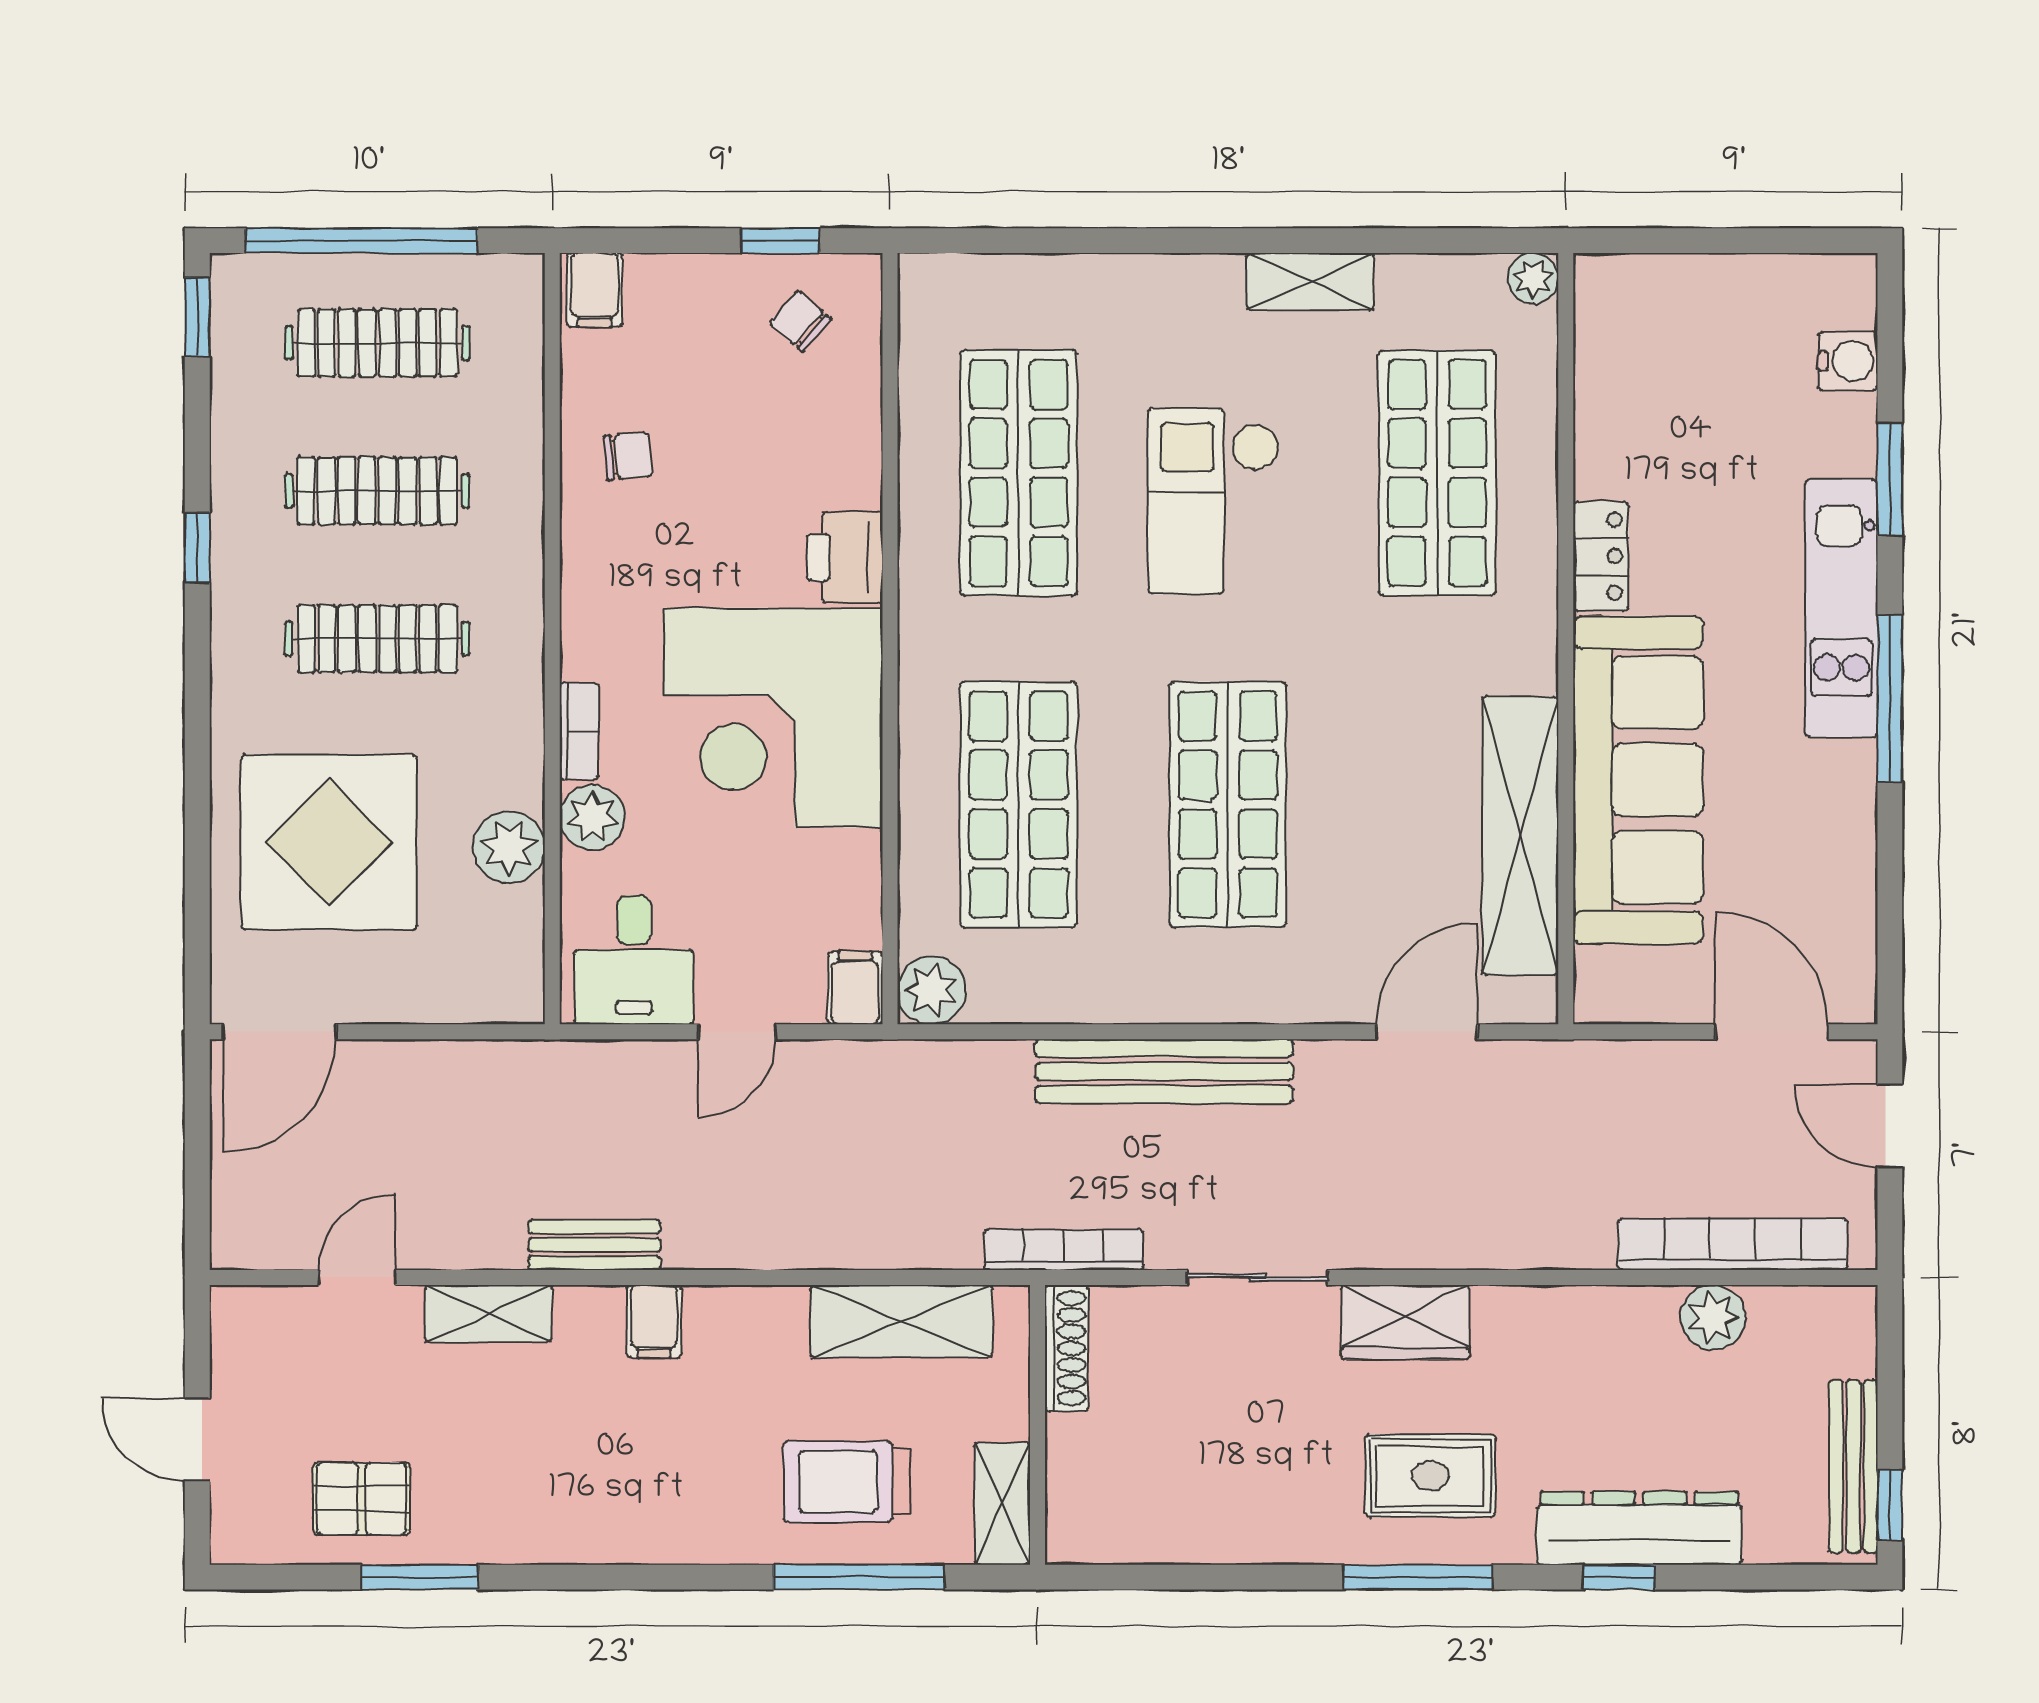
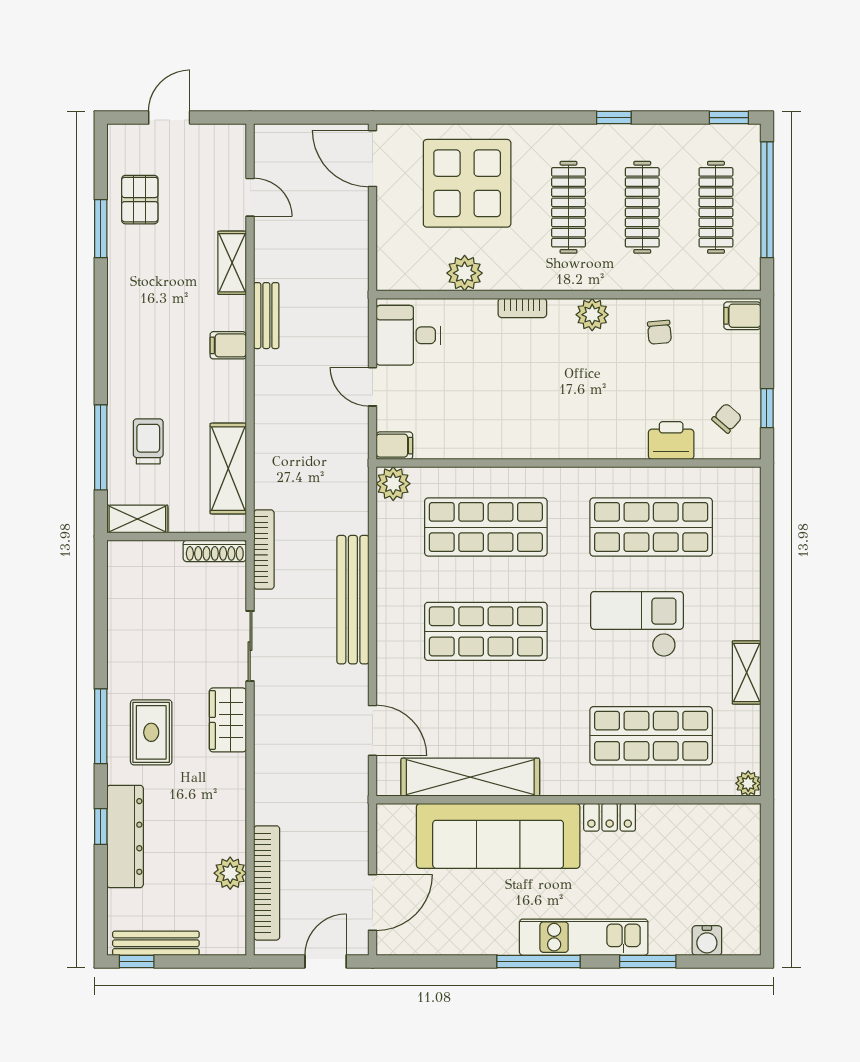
printer: (845, 557) -> (671, 440), moved
corner desk: (773, 718) -> (529, 405), removed
plant: (592, 817) -> (592, 315), moved
trolley: (847, 1482) -> (148, 441), width x0.73, depth x0.72

